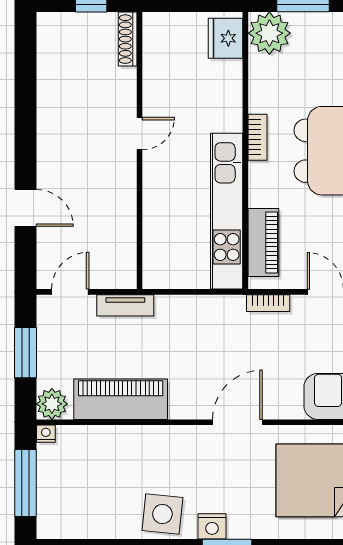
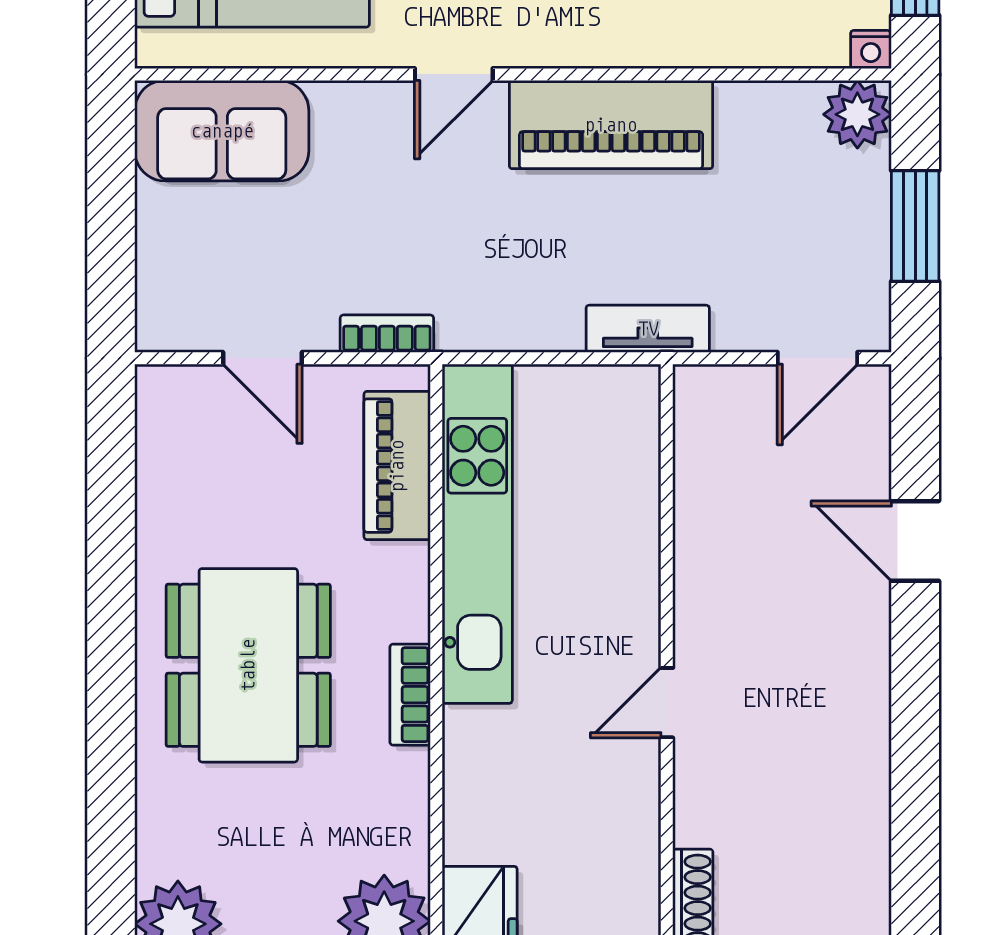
tv unit: (125, 305) -> (648, 329), moved
piano: (121, 399) -> (611, 125), moved
door: (237, 422) -> (454, 74), width x0.73

